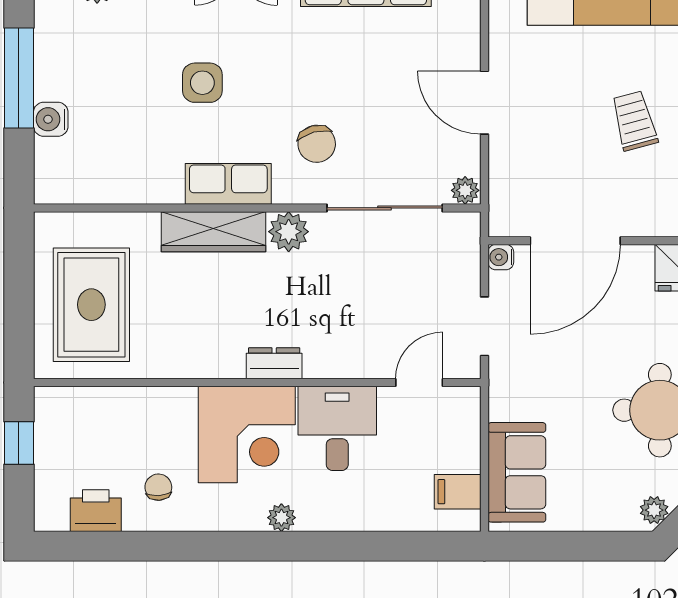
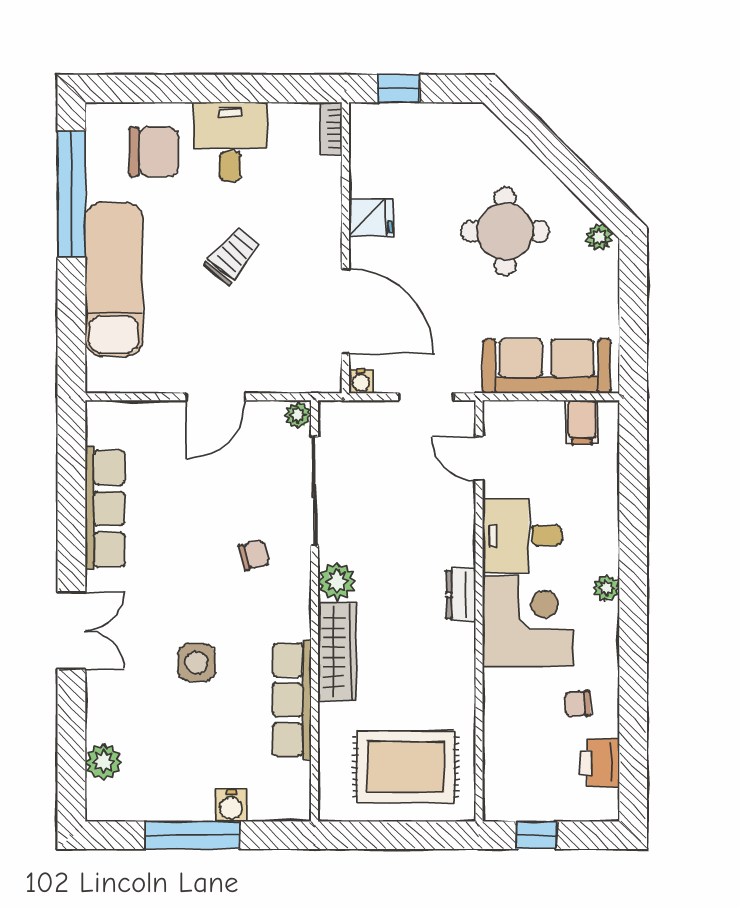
trolley: (634, 121) -> (233, 256), turned 145
chair: (317, 144) -> (254, 555), width x0.73, depth x0.73
row of seats: (228, 184) -> (292, 700), moved, width x1.48
sofa: (517, 472) -> (547, 366), width x1.36

